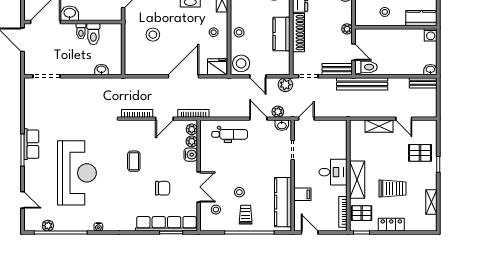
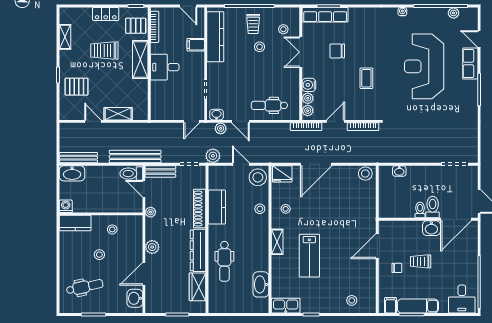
toilet: (93, 34) -> (433, 207), moved
stool: (153, 35) -> (365, 174), moved
washbasin: (430, 70) -> (72, 173), width x1.91, depth x1.45
bench: (423, 83) -> (78, 158), width x1.36
row of seats: (31, 144) -> (470, 64), moved
row of seats: (166, 224) -> (325, 15), width x0.73

